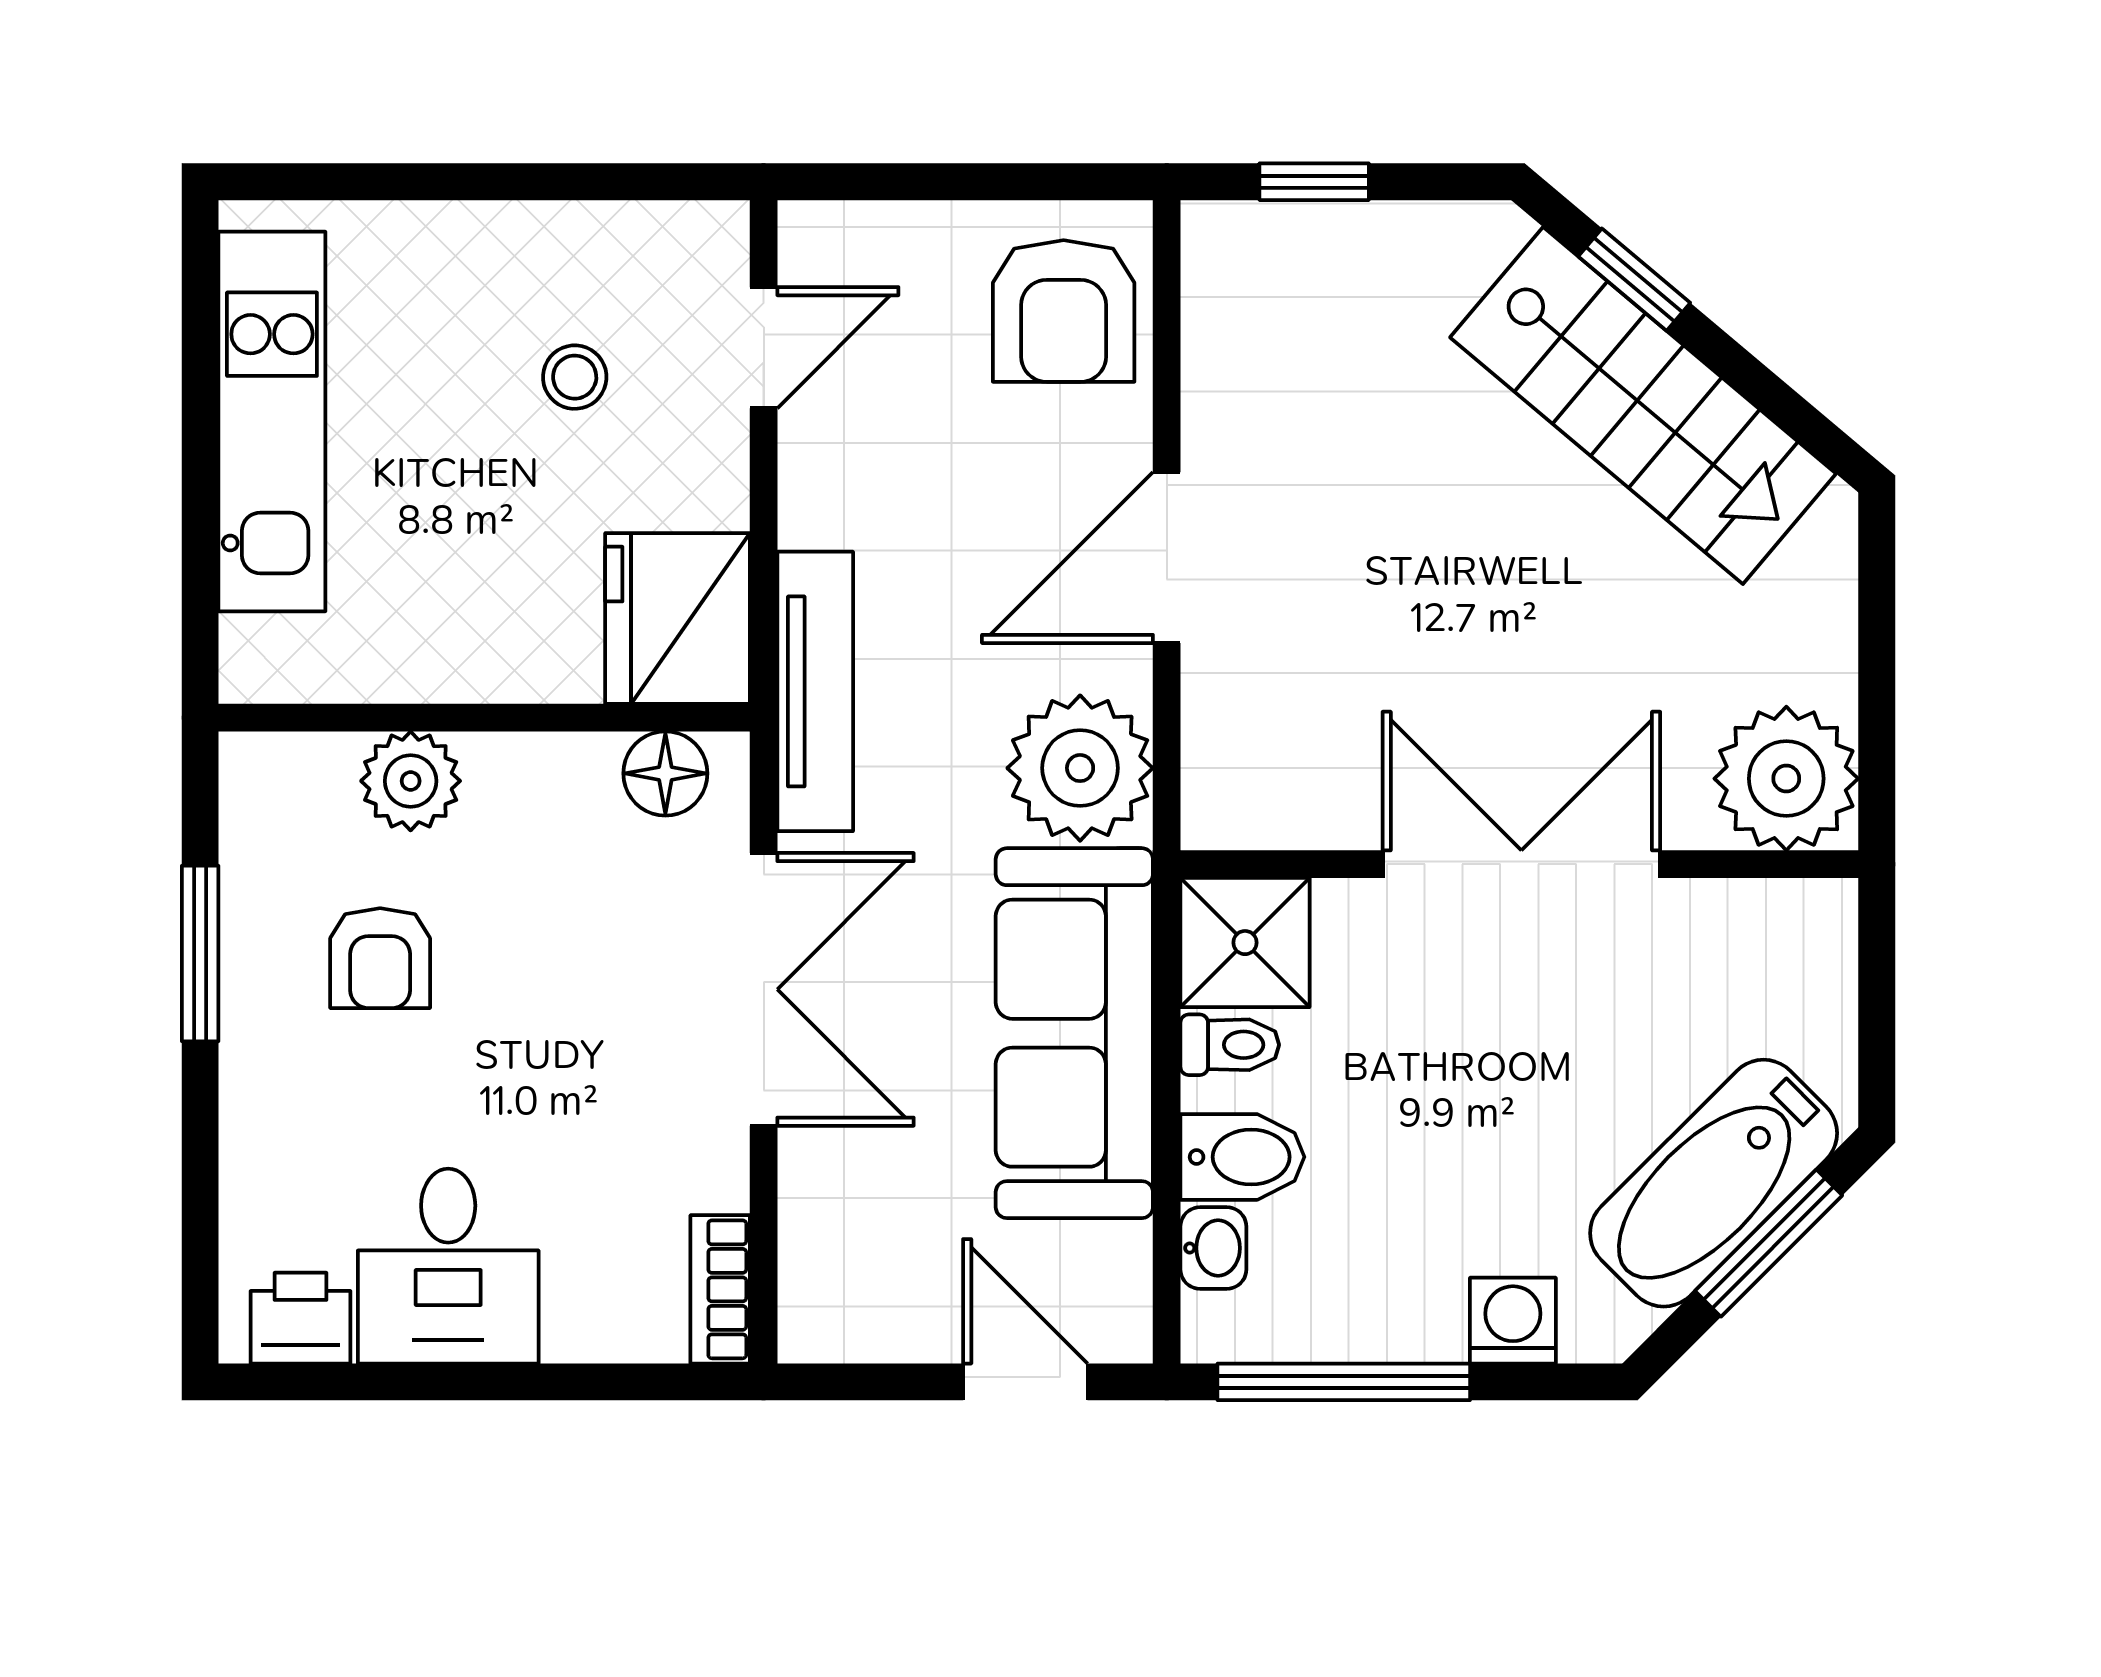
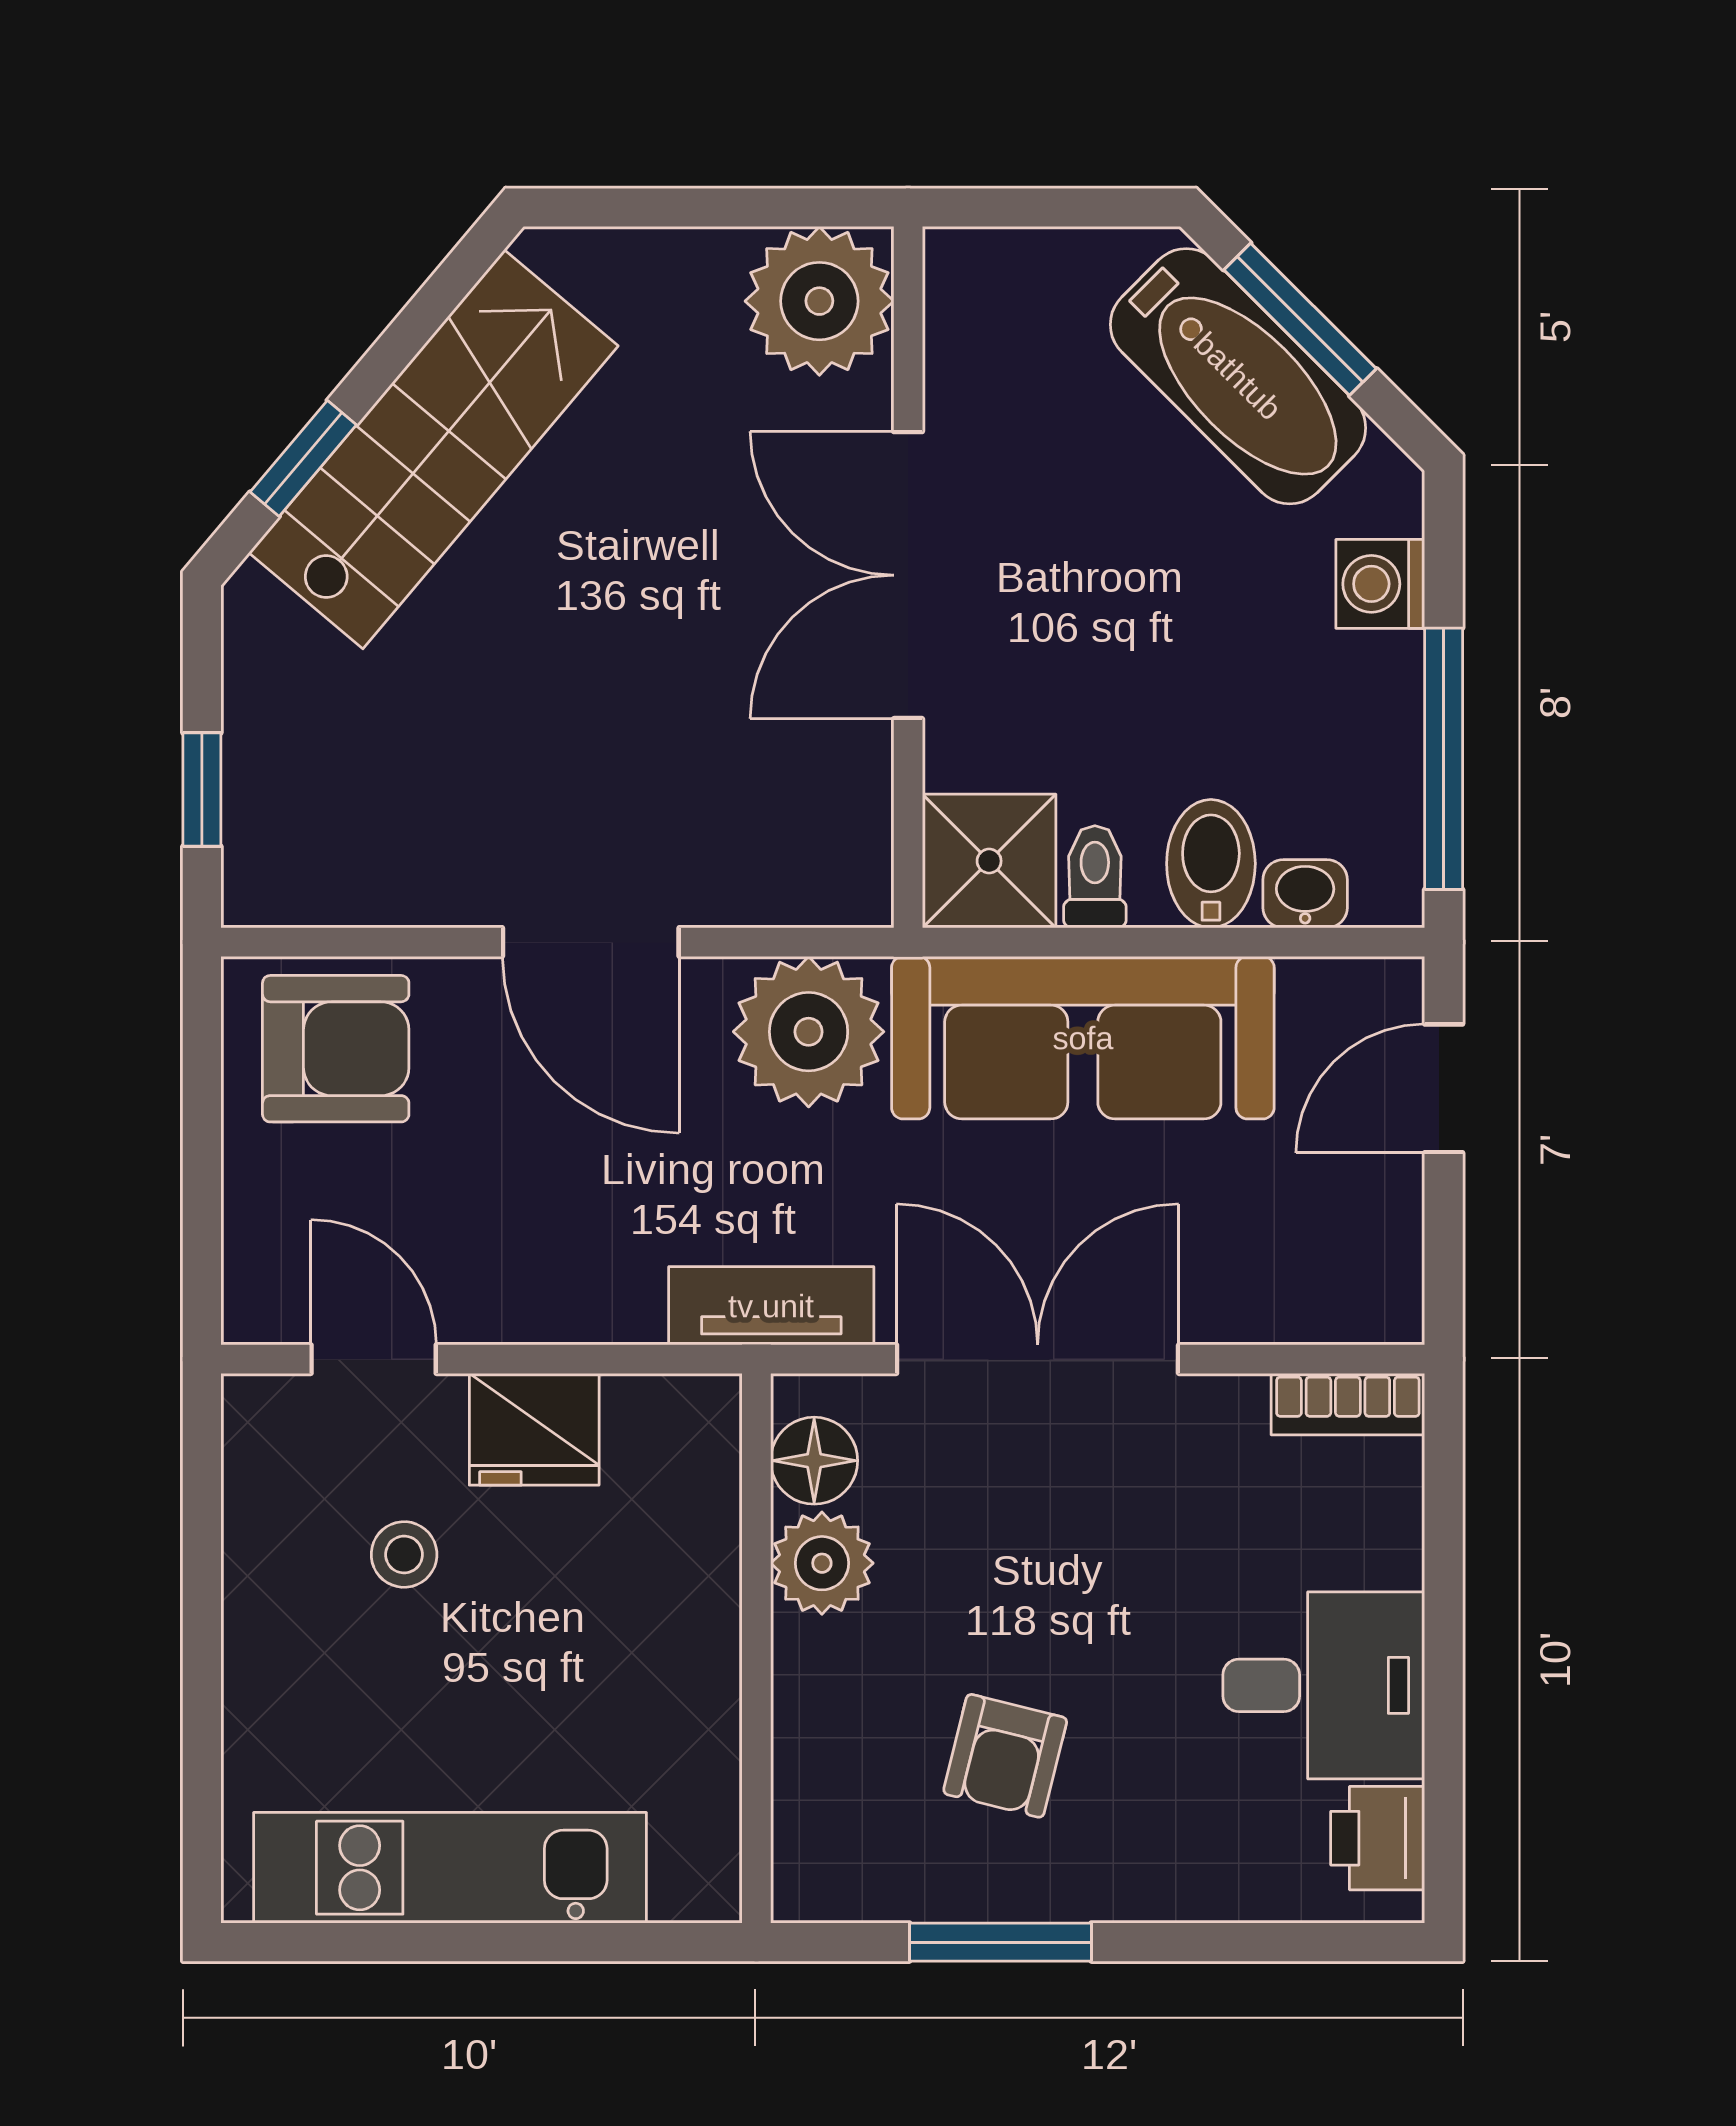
fridge: (677, 618) -> (534, 1429), moved, width x0.73, depth x0.75
tv unit: (815, 691) -> (771, 1306), width x0.71
plant: (411, 781) -> (822, 1563), moved
armchair: (380, 958) -> (1005, 1756), turned 104

